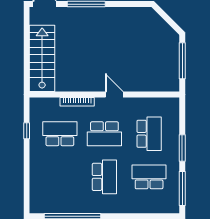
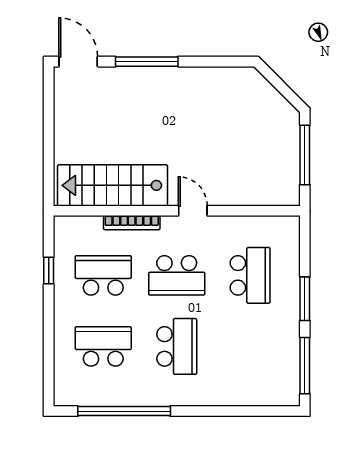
stairs: (42, 58) -> (113, 185), moved, turned -90
school desk: (149, 177) -> (103, 346), moved

